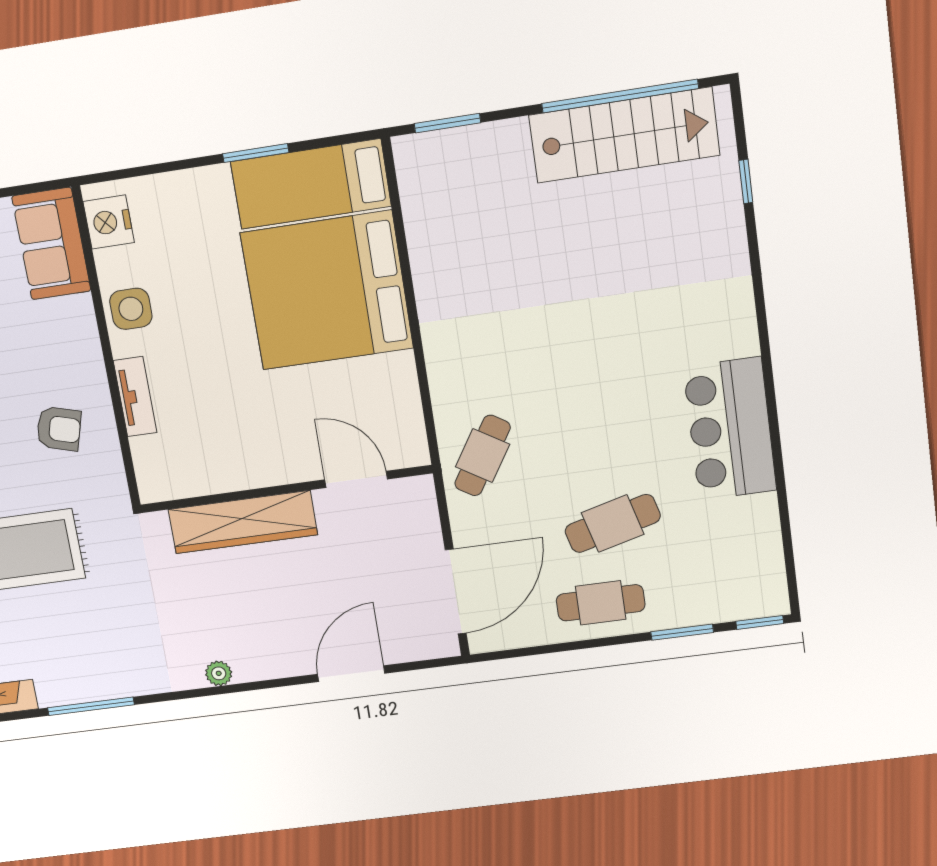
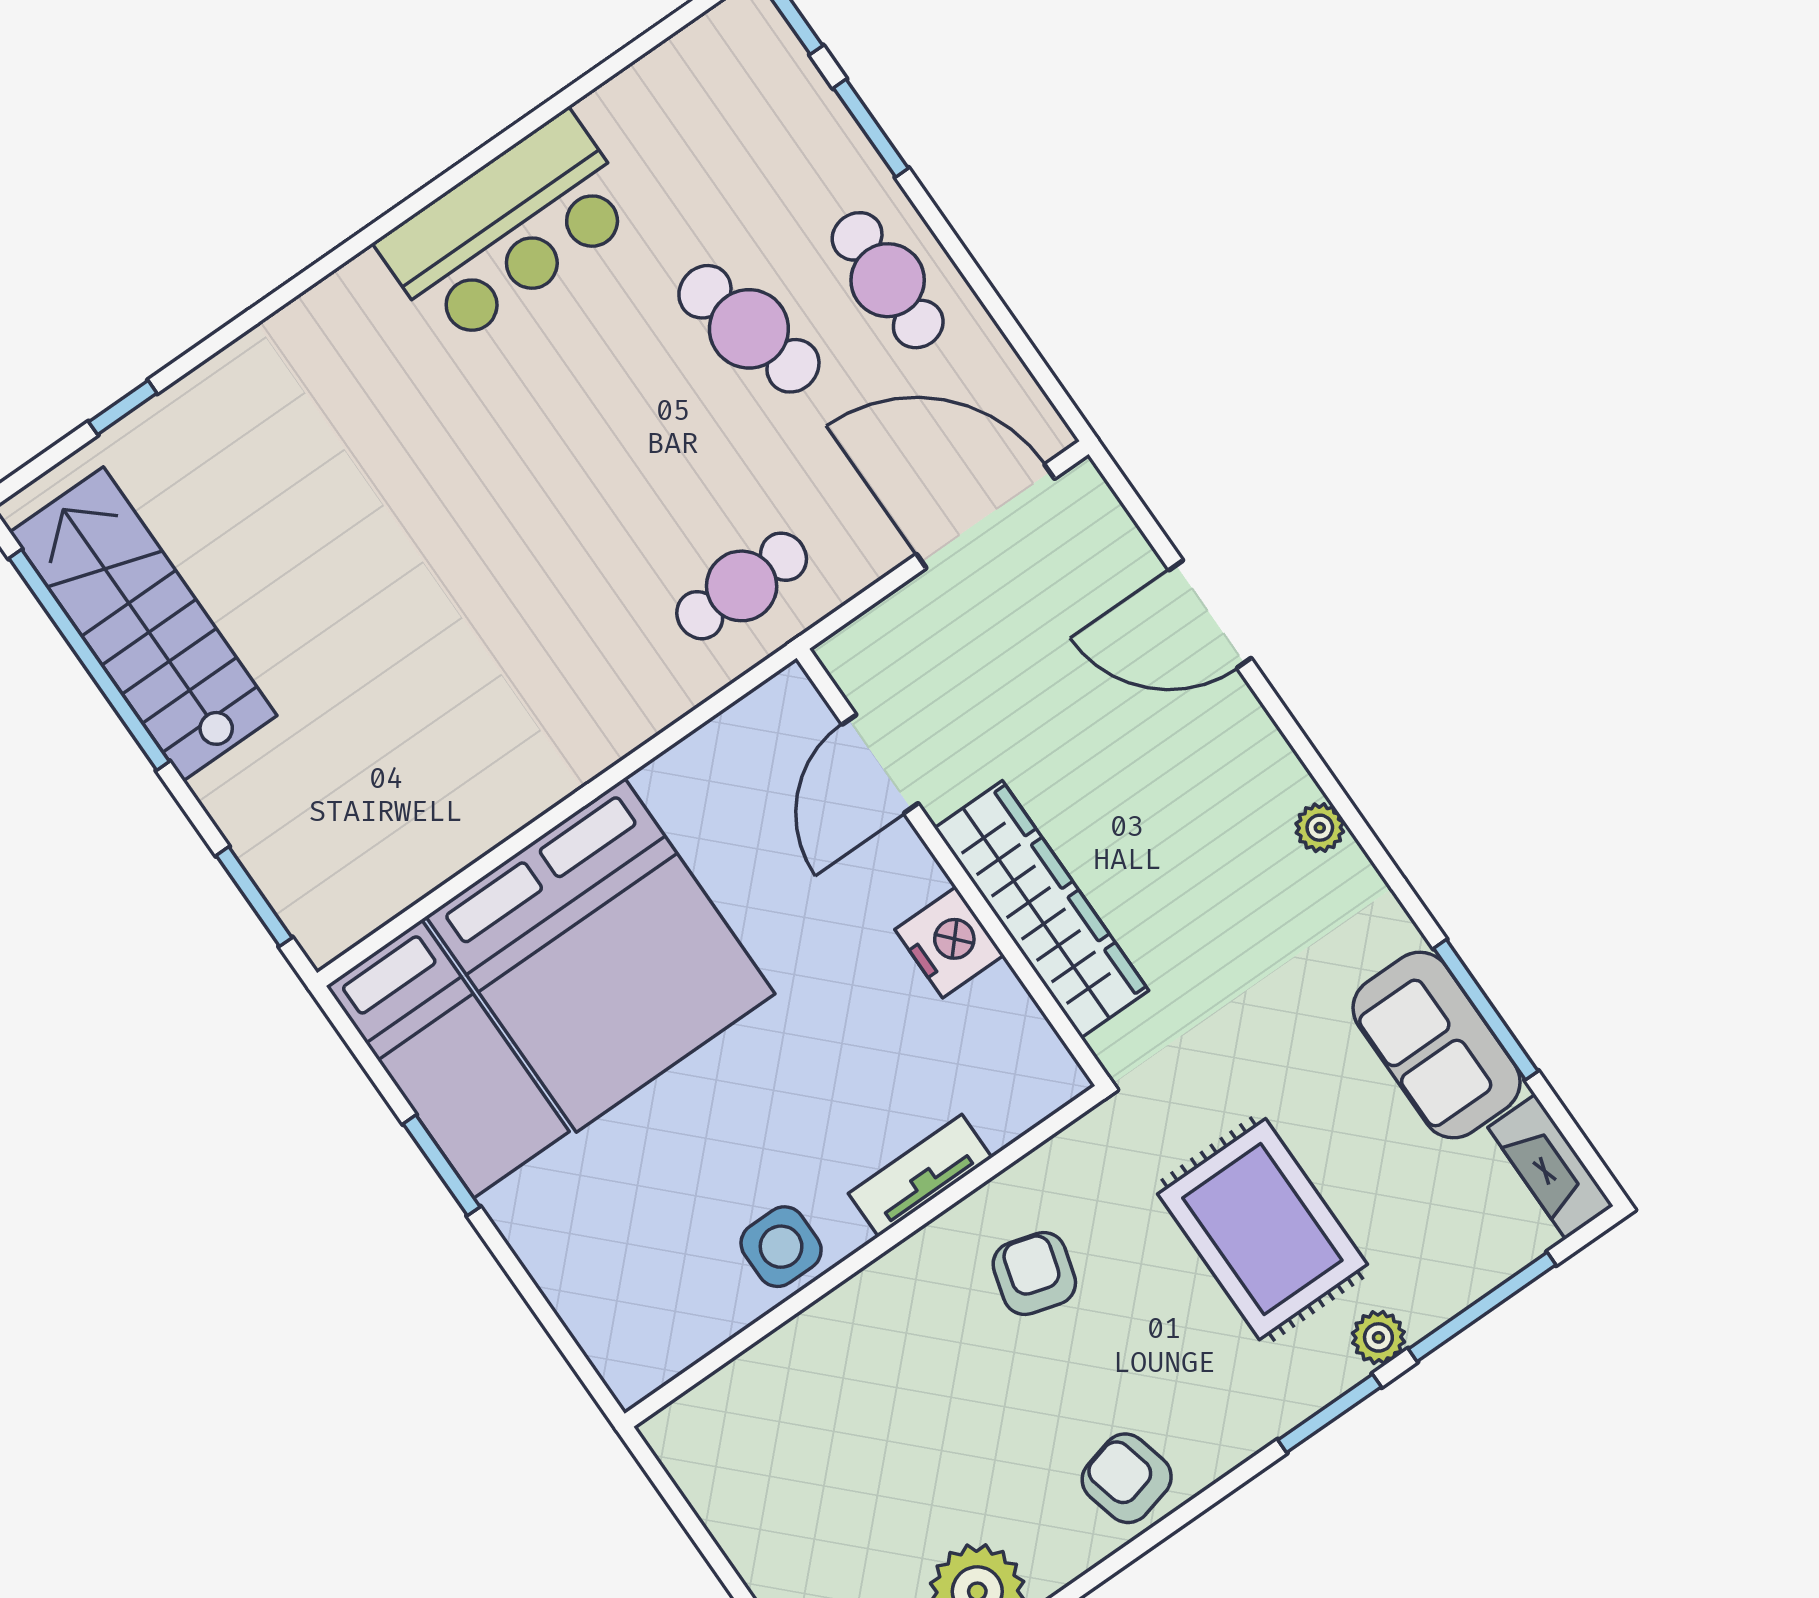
nightstand: (109, 222) -> (949, 942), moved, turned -90
sofa: (51, 244) -> (1437, 1045), moved, turned 90
cafe table: (483, 456) -> (742, 586), turned -32

